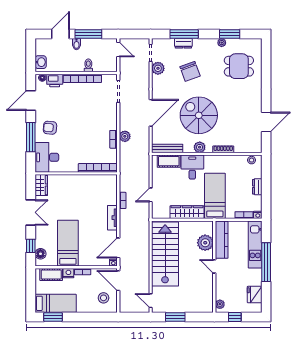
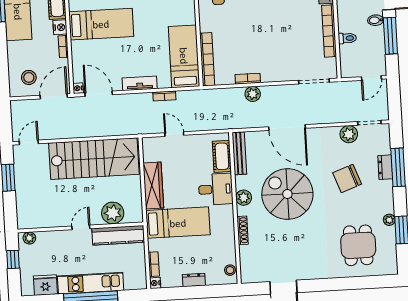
spiral stairs: (199, 115) -> (287, 194), turned -90
bed: (95, 184) -> (184, 56), added
kitchen unit: (255, 245) -> (91, 283), moved

